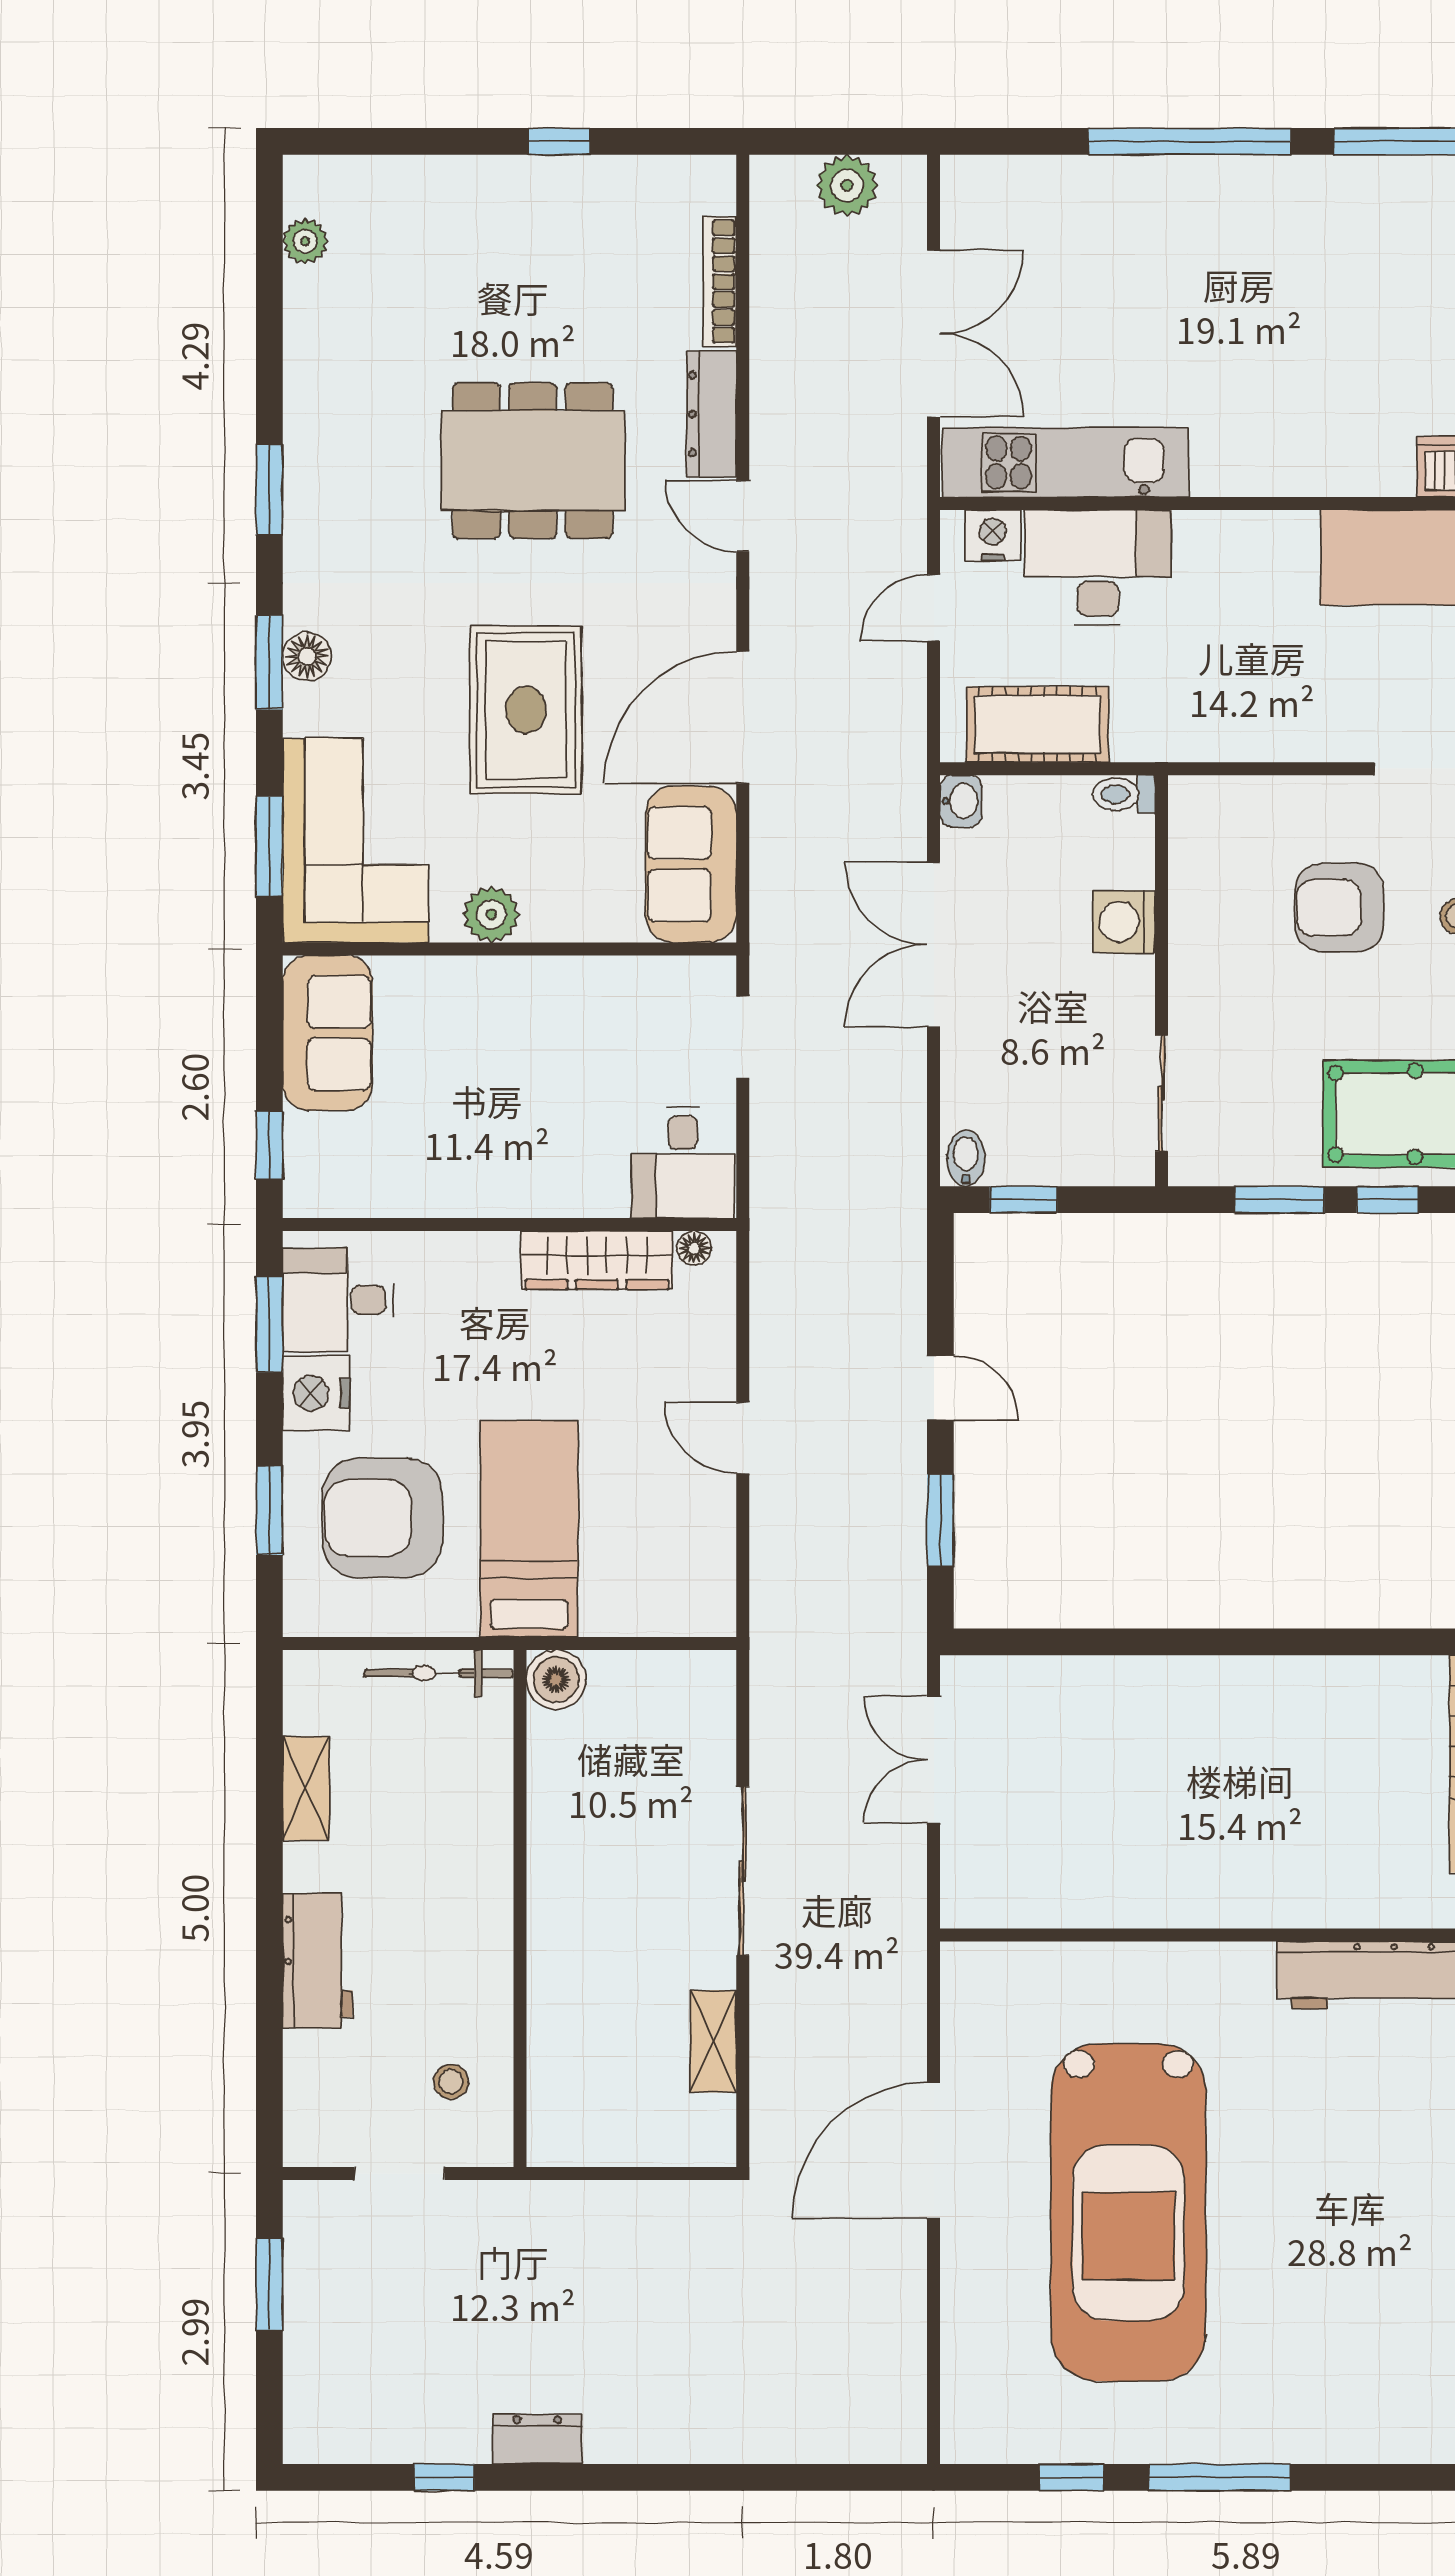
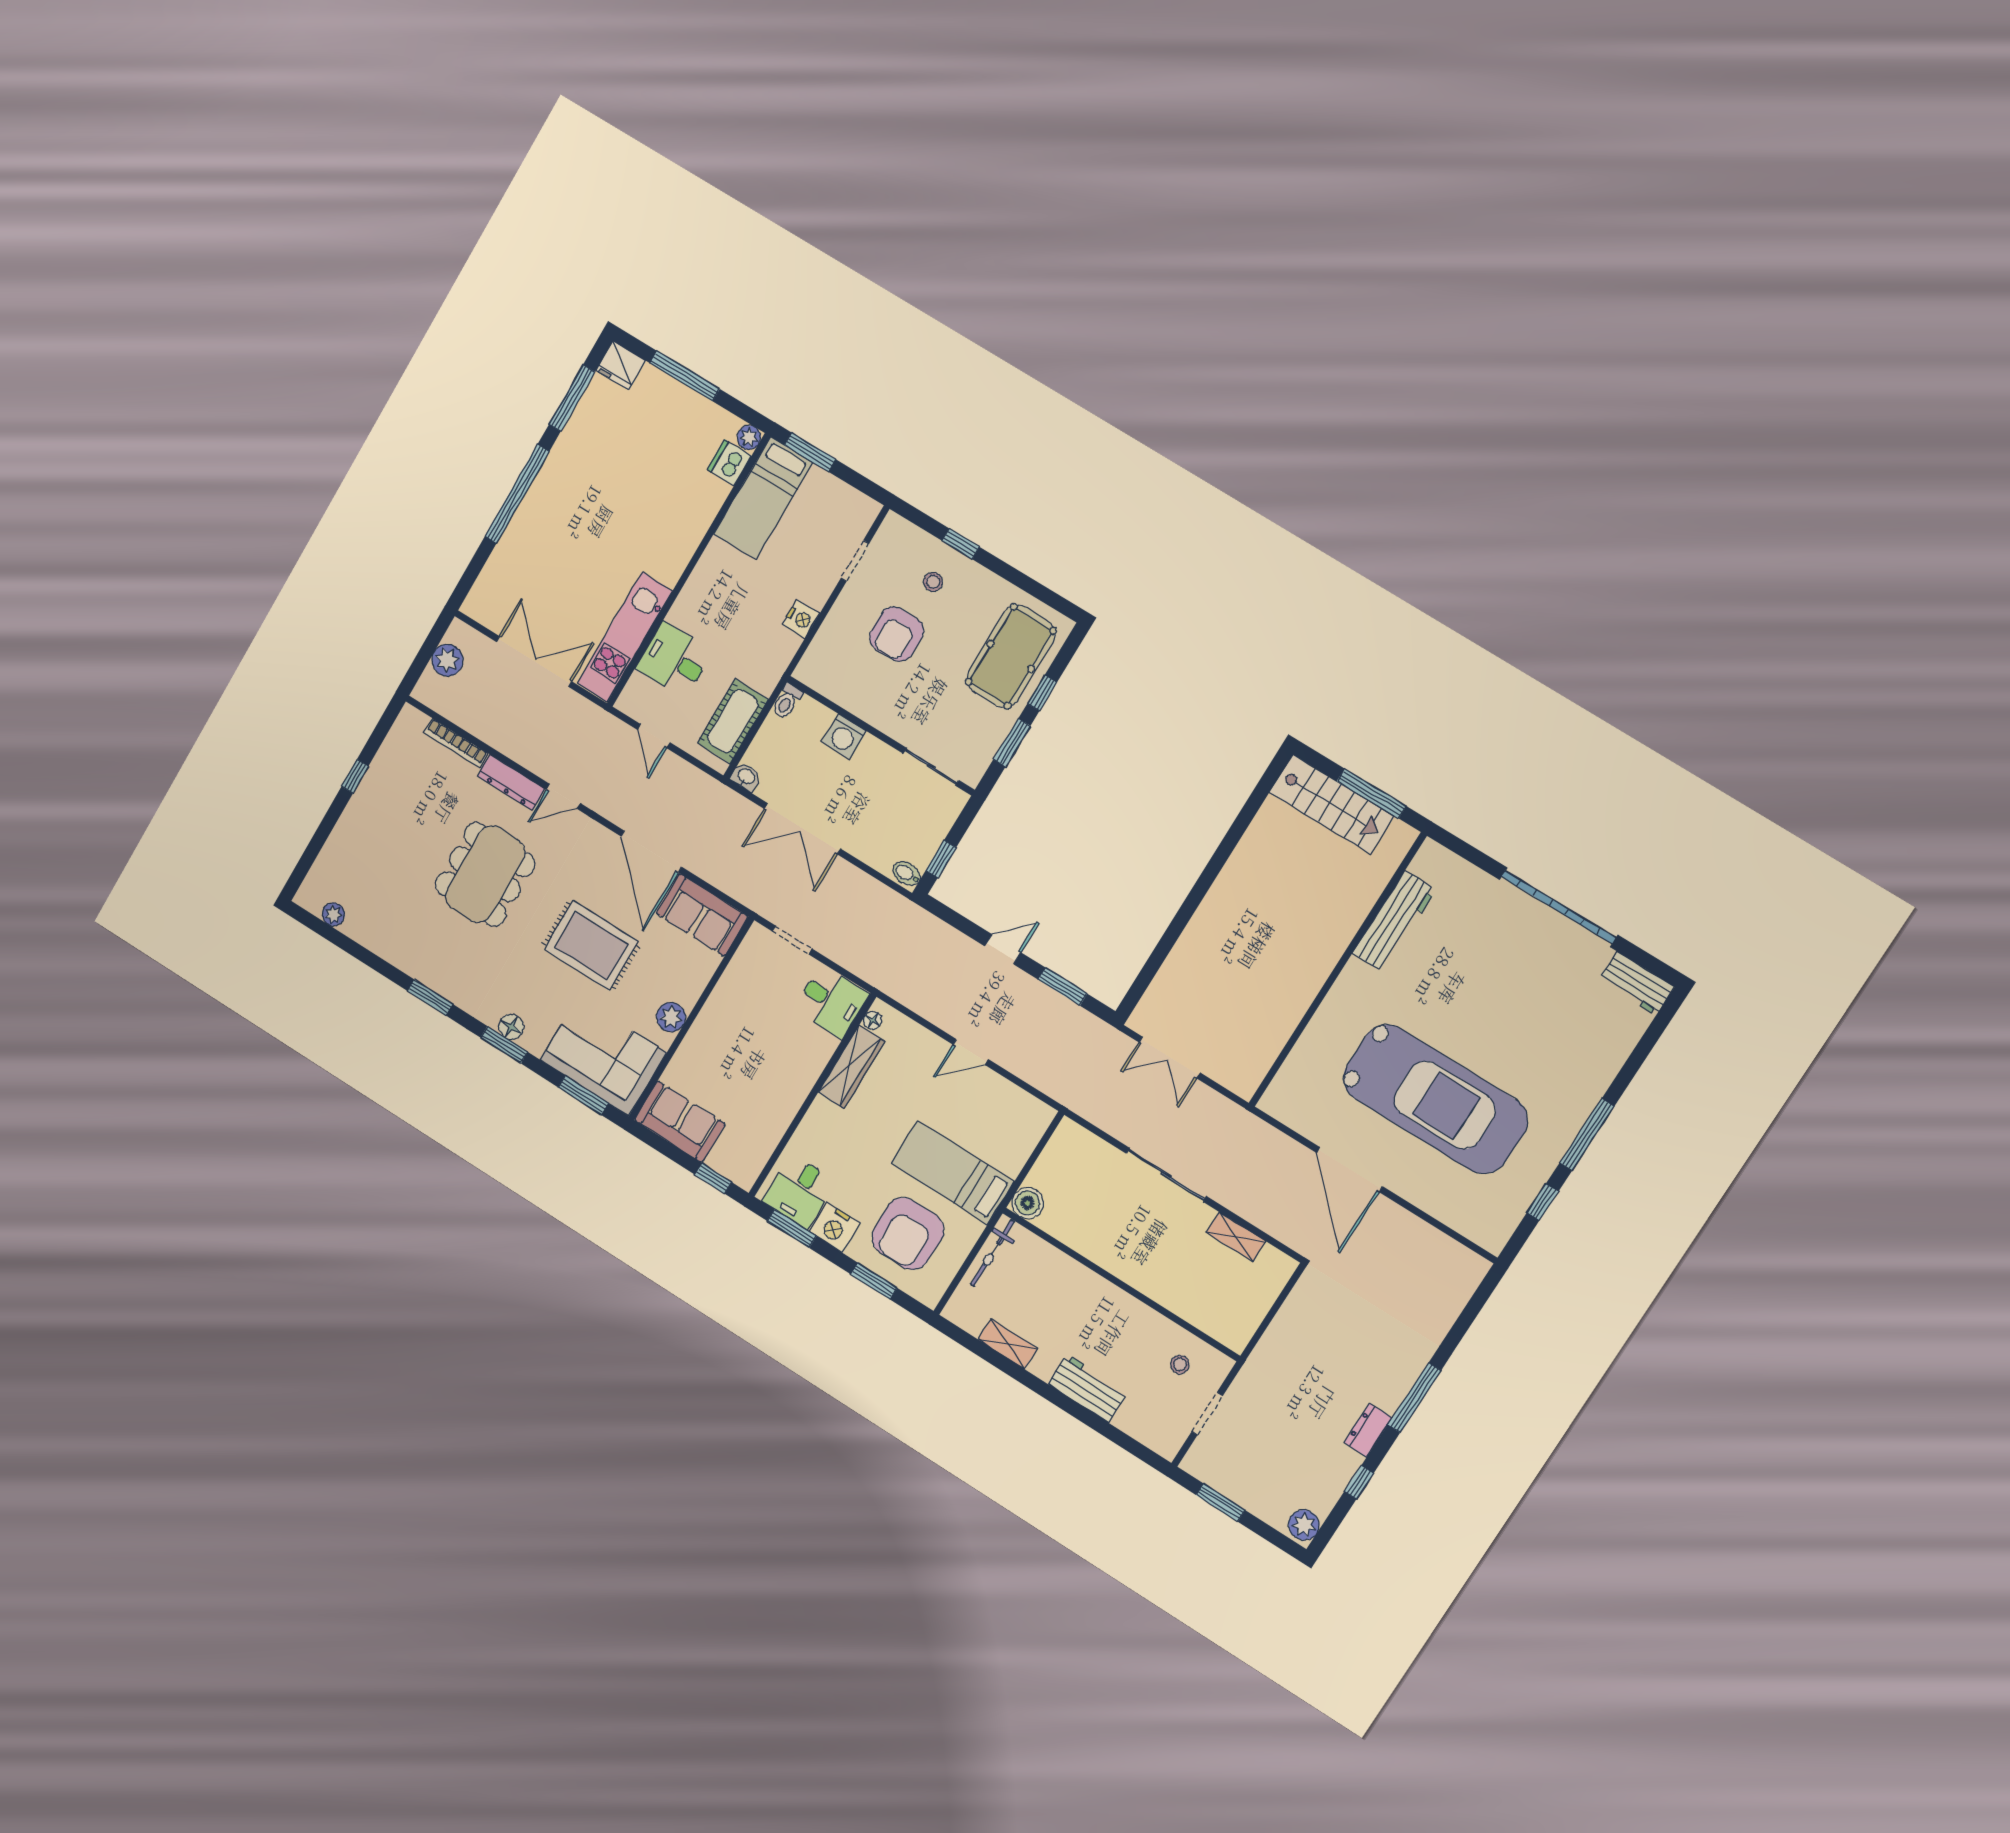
nightstand: (993, 535) -> (801, 619), moved, turned 180
desk: (1098, 568) -> (674, 660), width x0.73
plant: (319, 2436) -> (1304, 1525), added
window: (636, 2477) -> (1414, 1398), added

